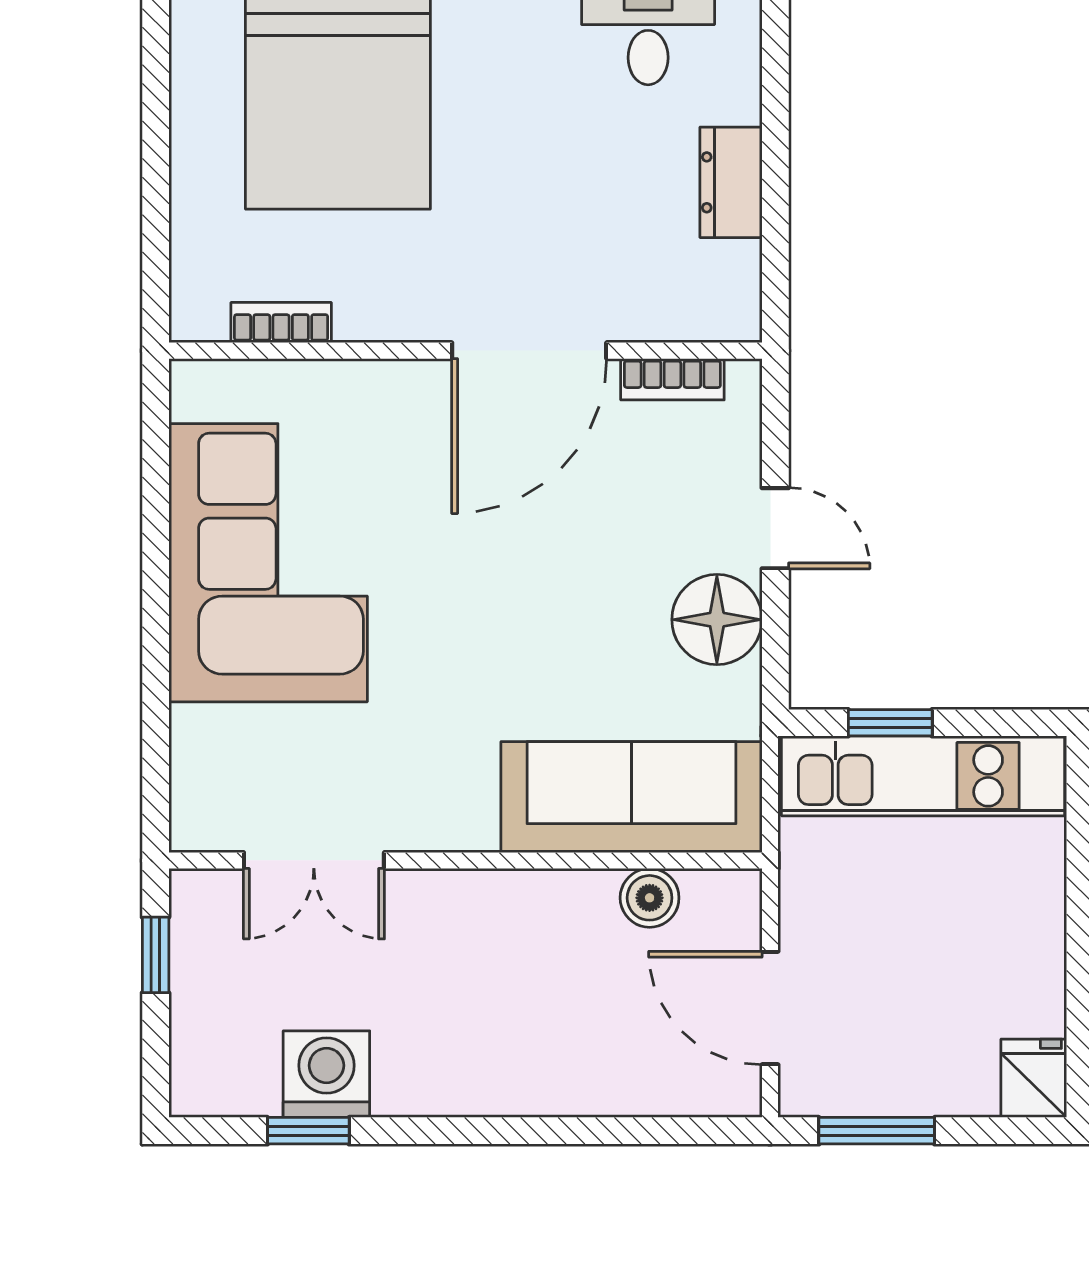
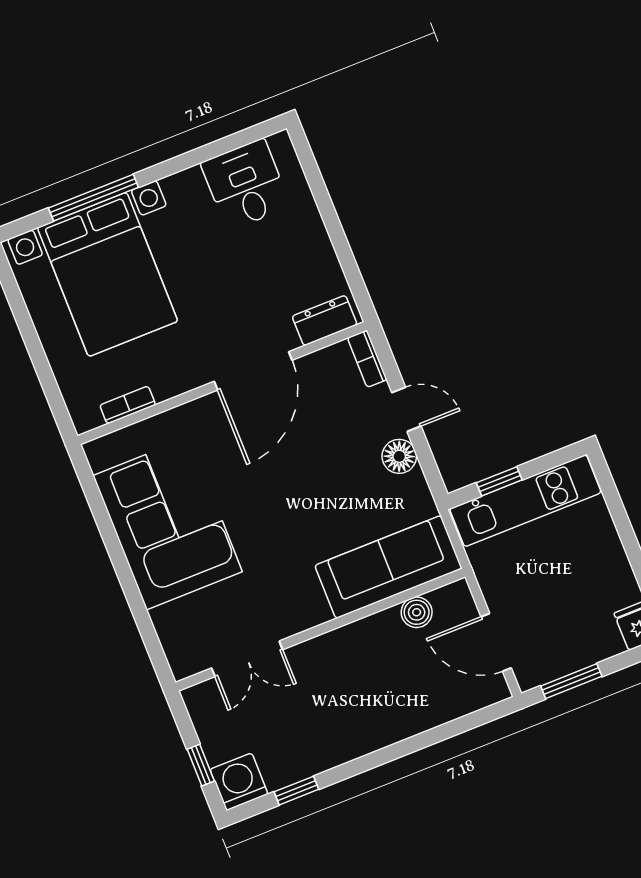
dresser: (731, 182) -> (325, 320), moved, turned 90
bookcase: (672, 379) -> (367, 359), moved, turned 90
floor lamp: (717, 620) -> (399, 456), width x0.73, depth x0.73
window: (156, 955) -> (201, 765), moved
washing machine: (326, 1074) -> (239, 782), moved

